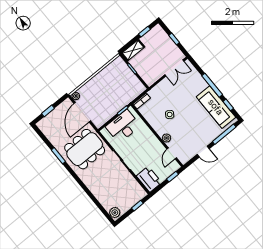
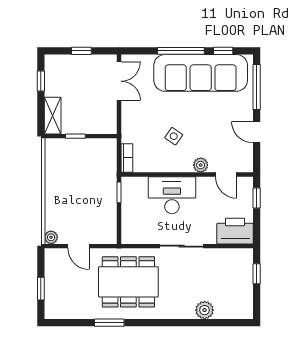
sofa: (216, 107) -> (201, 73), width x1.36, depth x1.27
door: (82, 112) -> (79, 246), width x0.53
desk: (123, 126) -> (172, 195), moved, turned 90
dining table: (85, 149) -> (128, 282), turned 90
door: (203, 152) -> (257, 132), swing flipped
plant: (115, 213) -> (205, 310), moved

